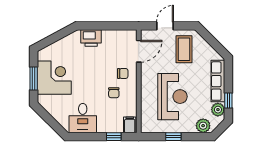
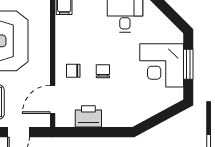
printer: (91, 38) -> (88, 116), moved
chair: (114, 93) -> (103, 71), moved

